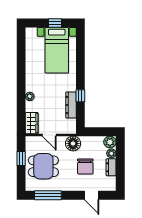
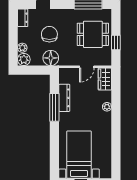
window: (80, 96) -> (54, 107), width x2.17
door: (49, 135) -> (87, 67), swing flipped
floor lamp: (73, 143) -> (51, 58), moved
dresser: (111, 167) -> (23, 18), moved

